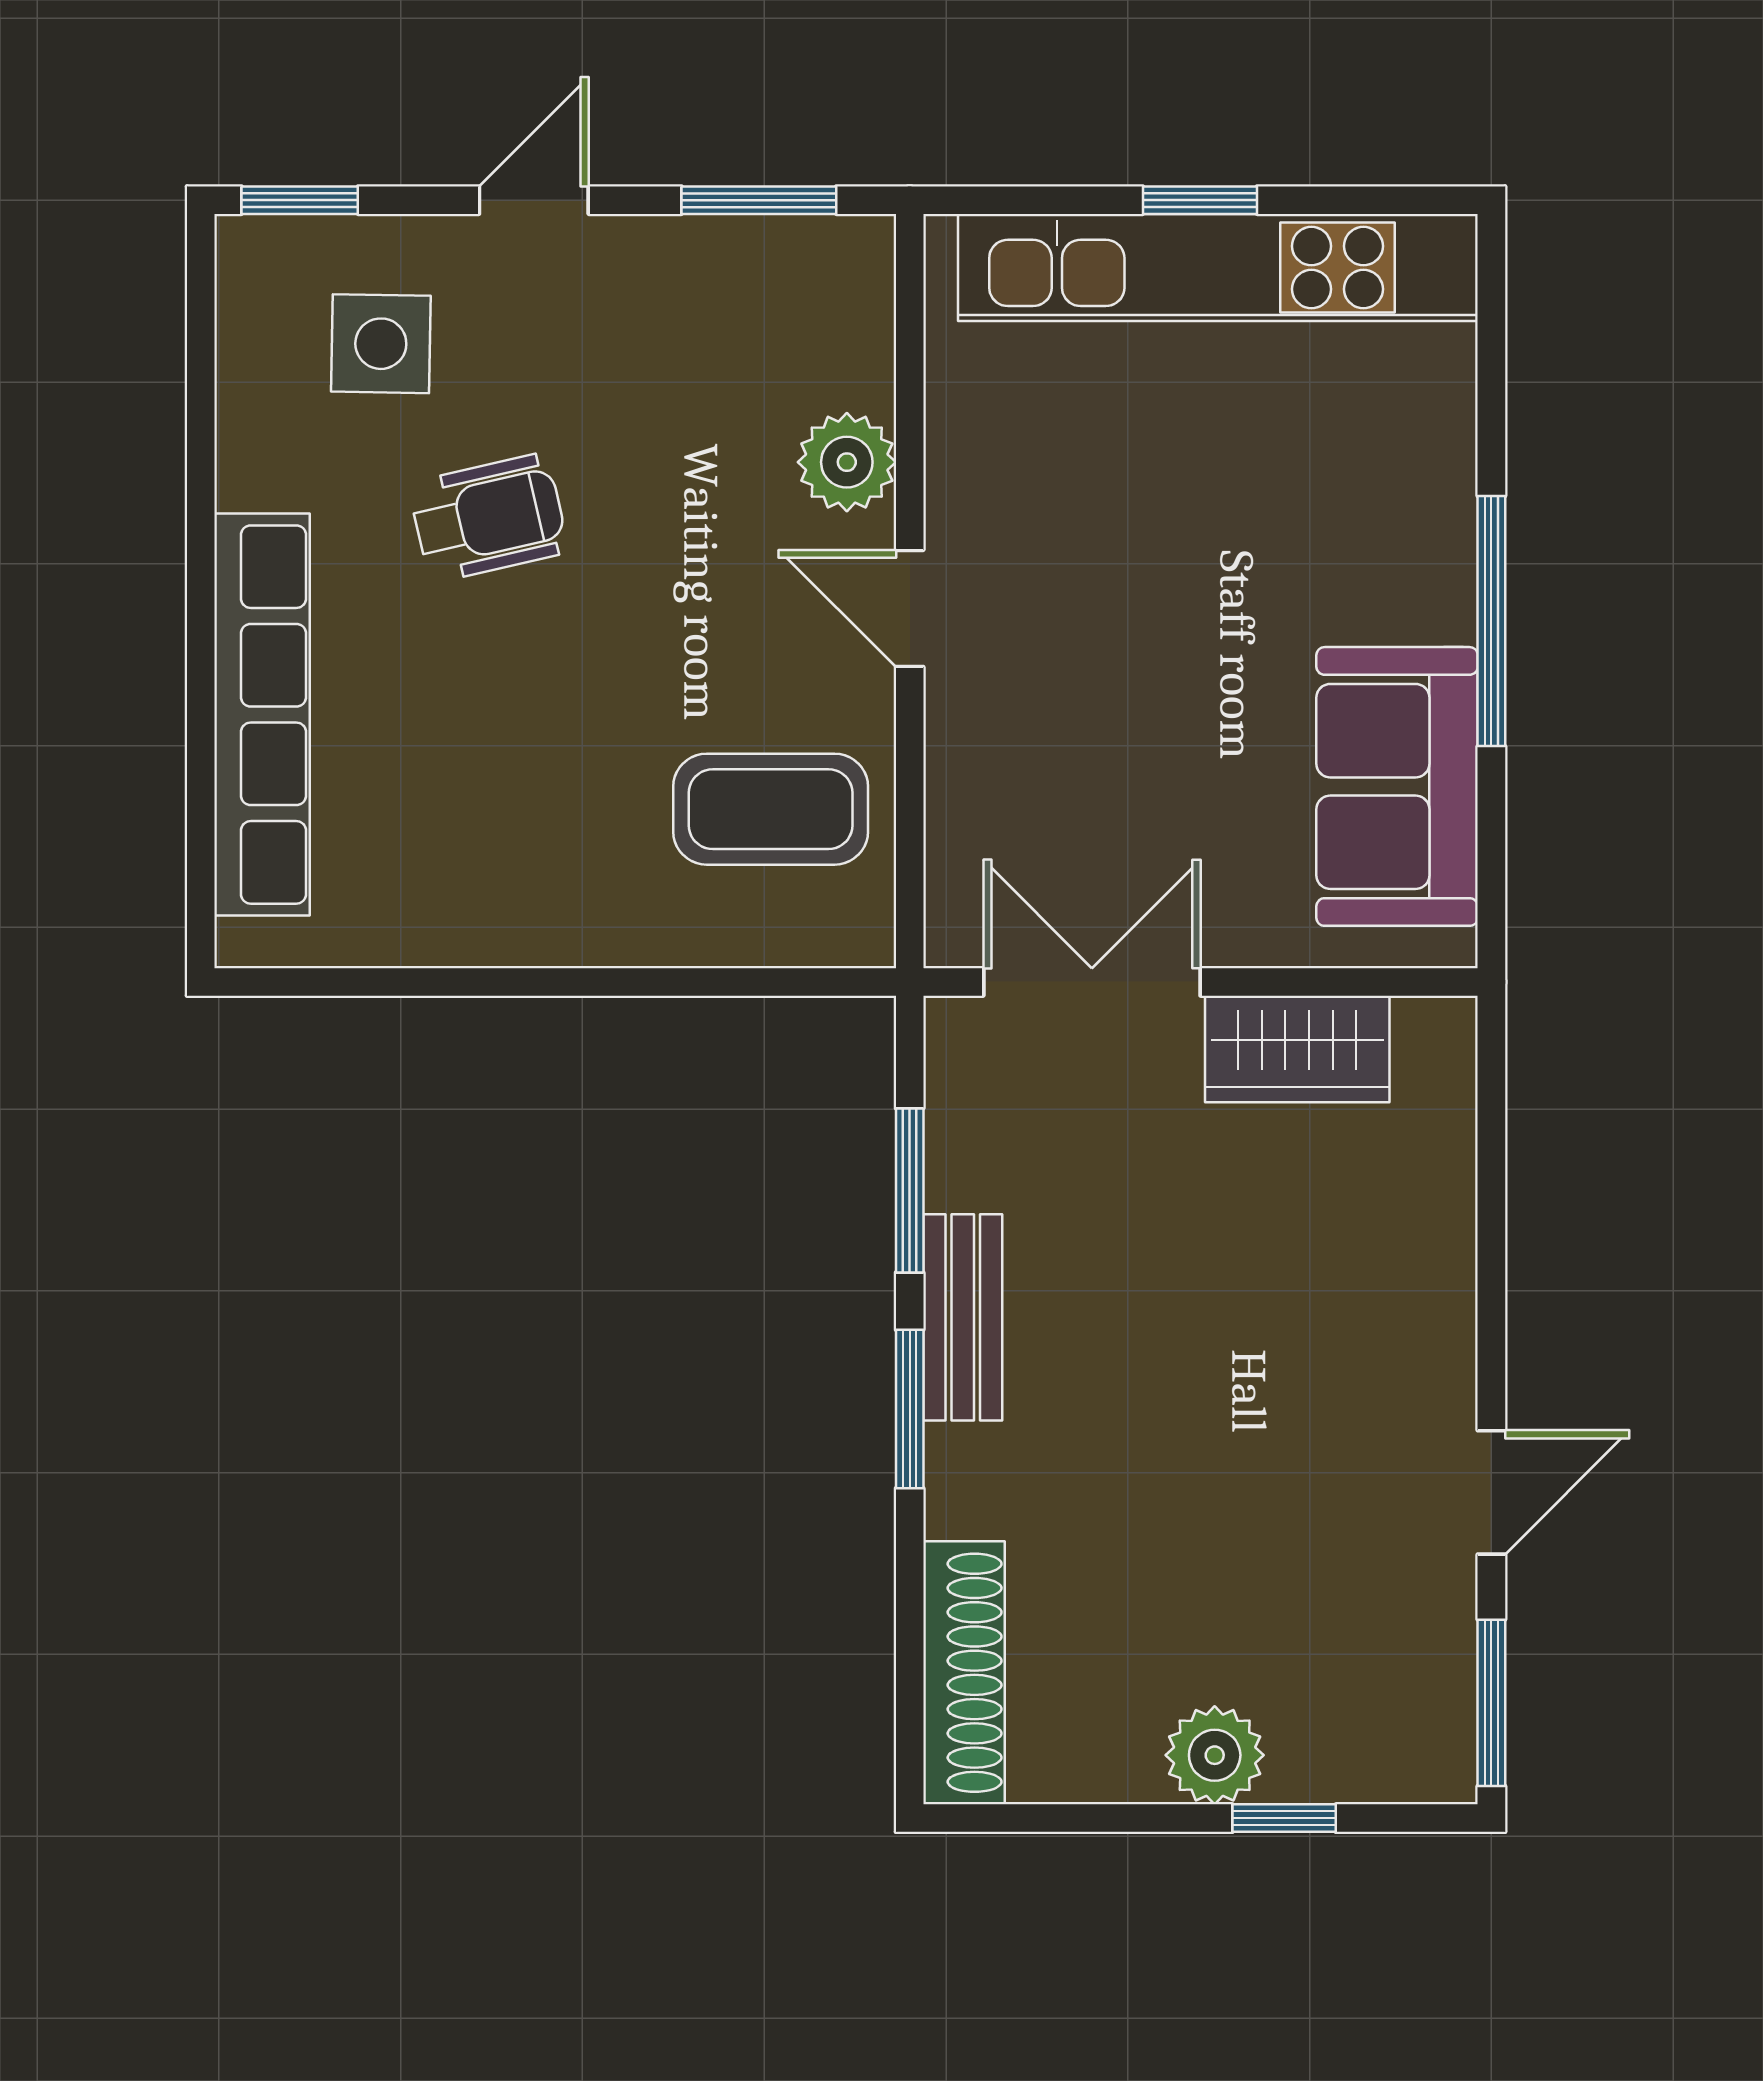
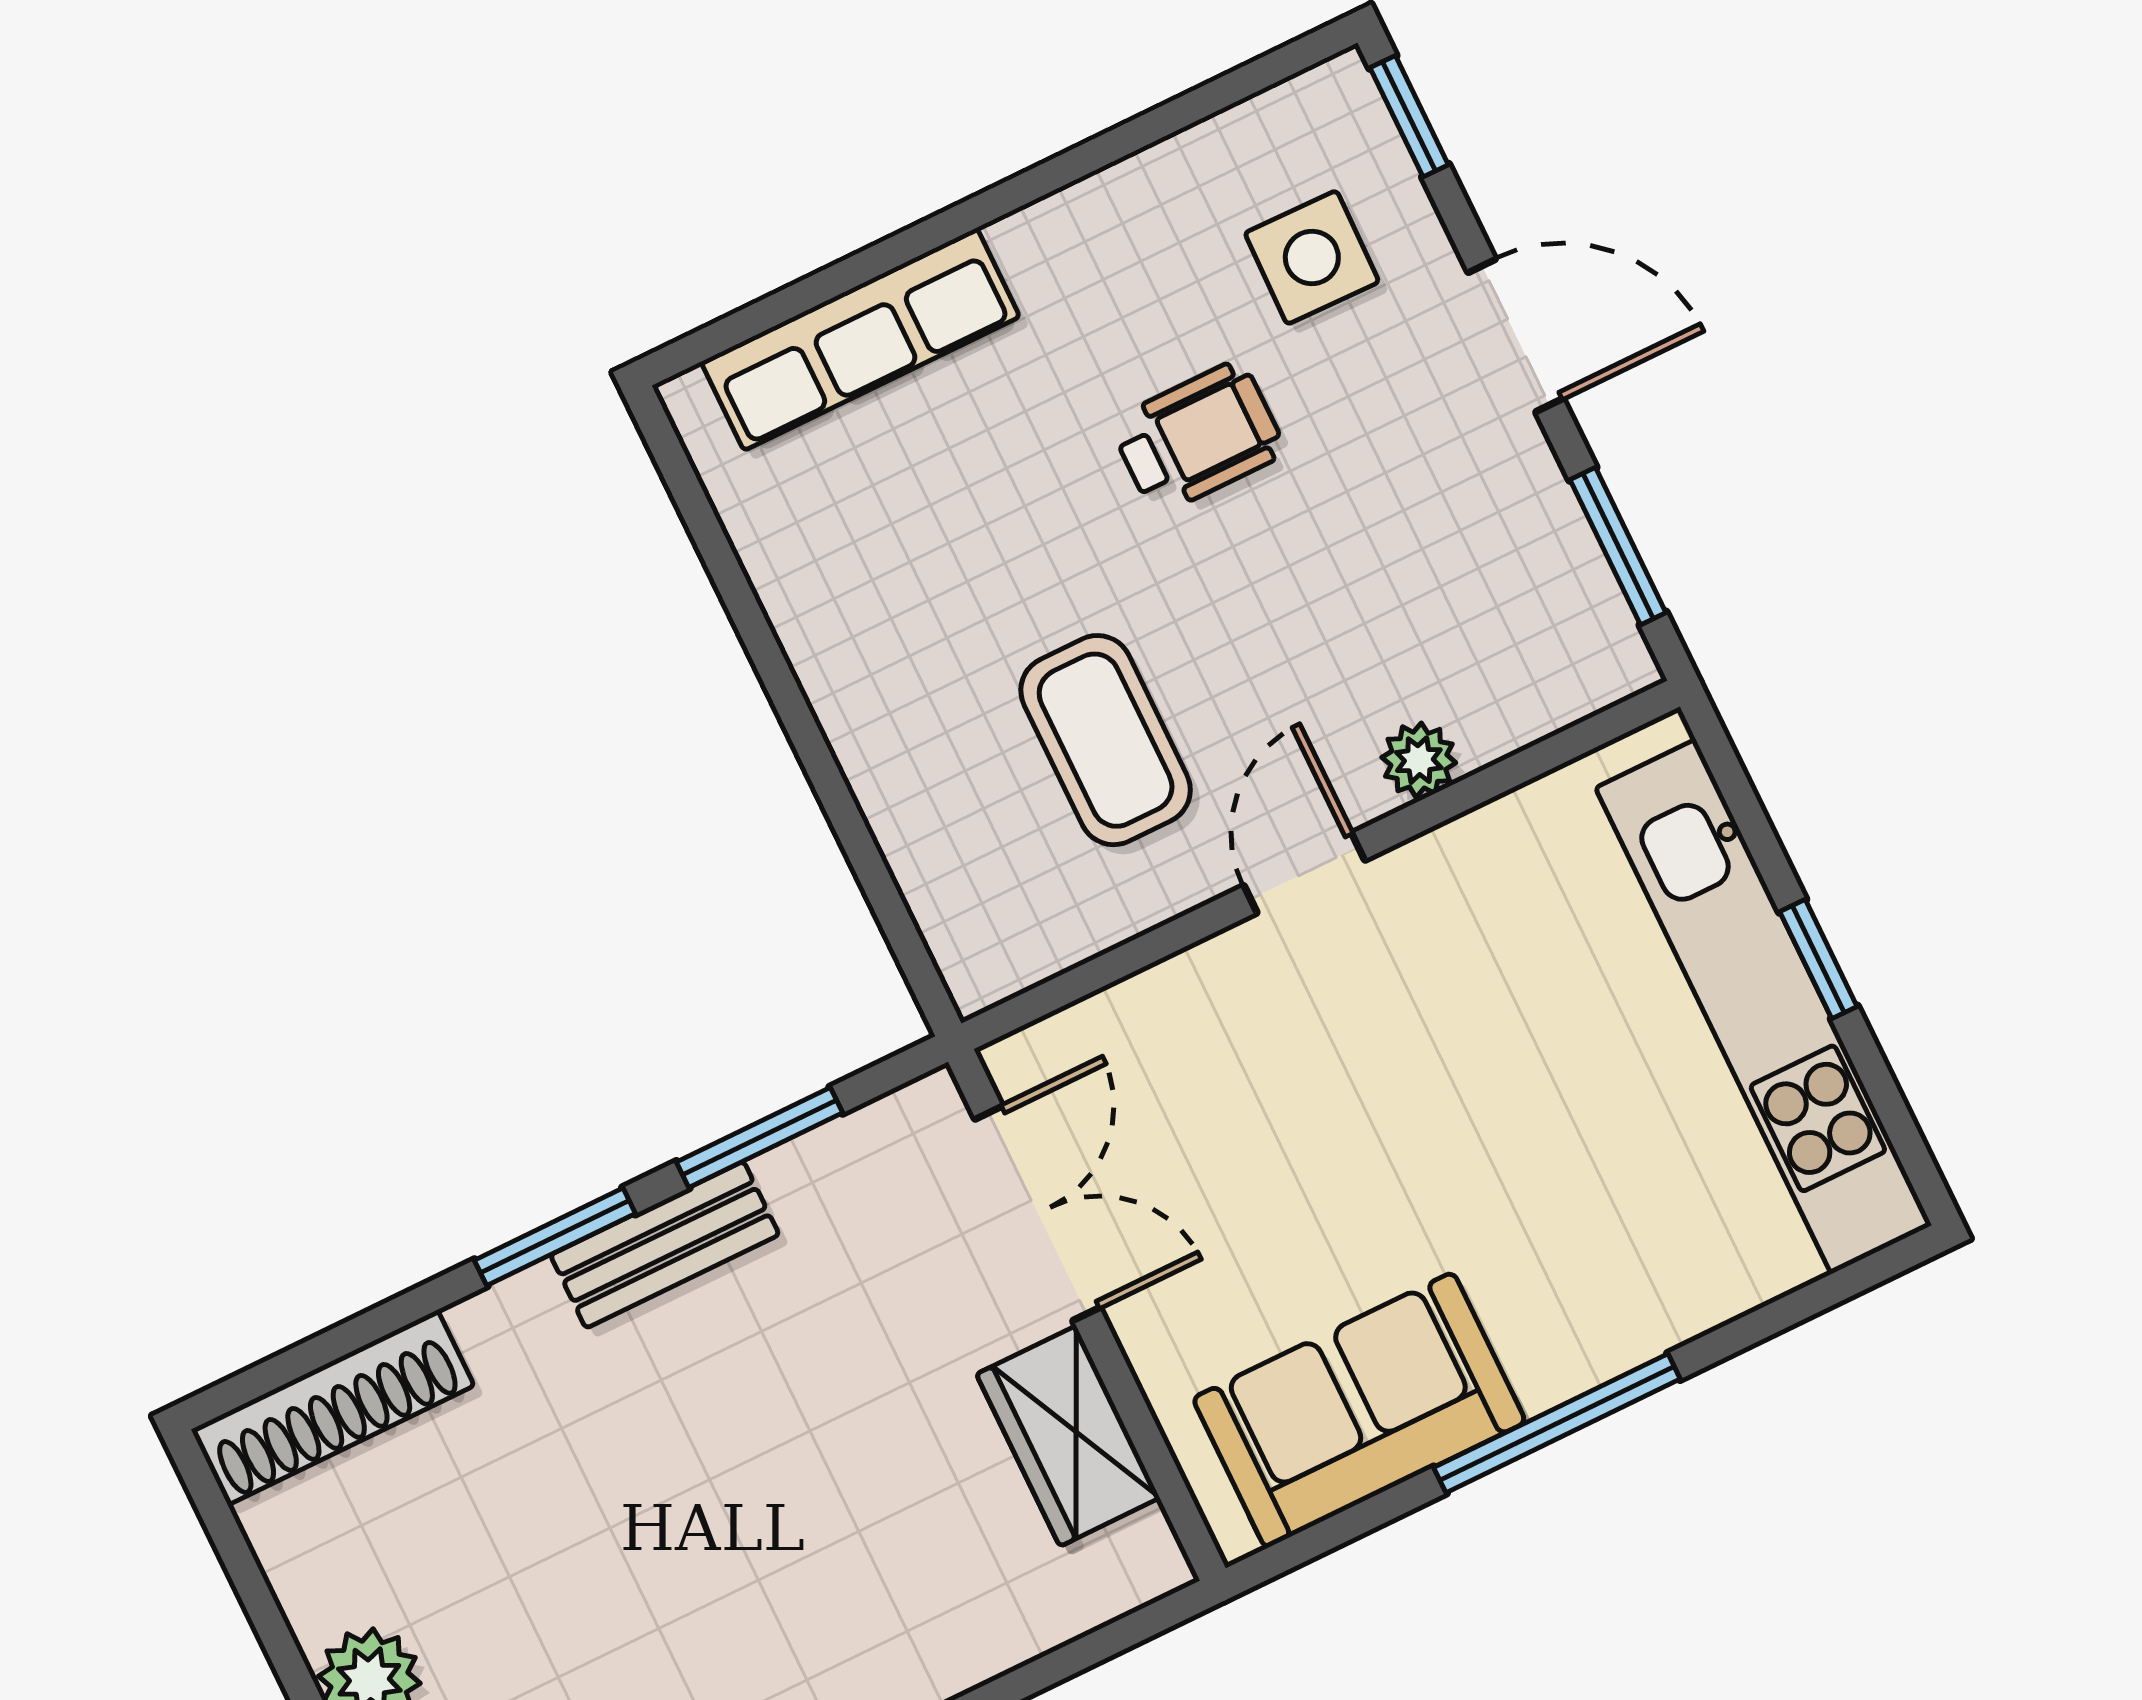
door: (534, 200) -> (1516, 335), width x1.38
plant: (847, 462) -> (1419, 760), width x0.73, depth x0.73
wheelchair: (488, 518) -> (1198, 437), turned -77
row of seats: (262, 715) -> (860, 339), width x0.73
coffee table: (771, 809) -> (1106, 740), moved

